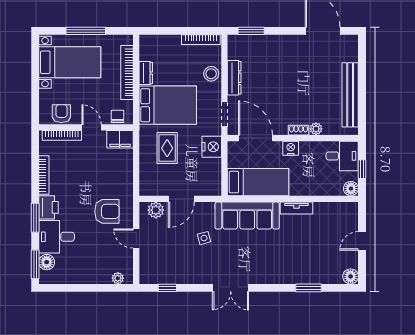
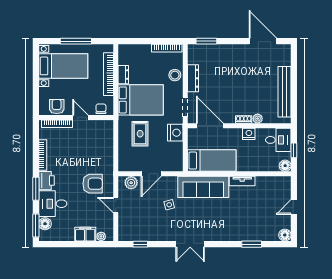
filing cabinet: (120, 139) -> (85, 234), moved, turned 180
nightstand: (291, 148) -> (249, 134), moved

